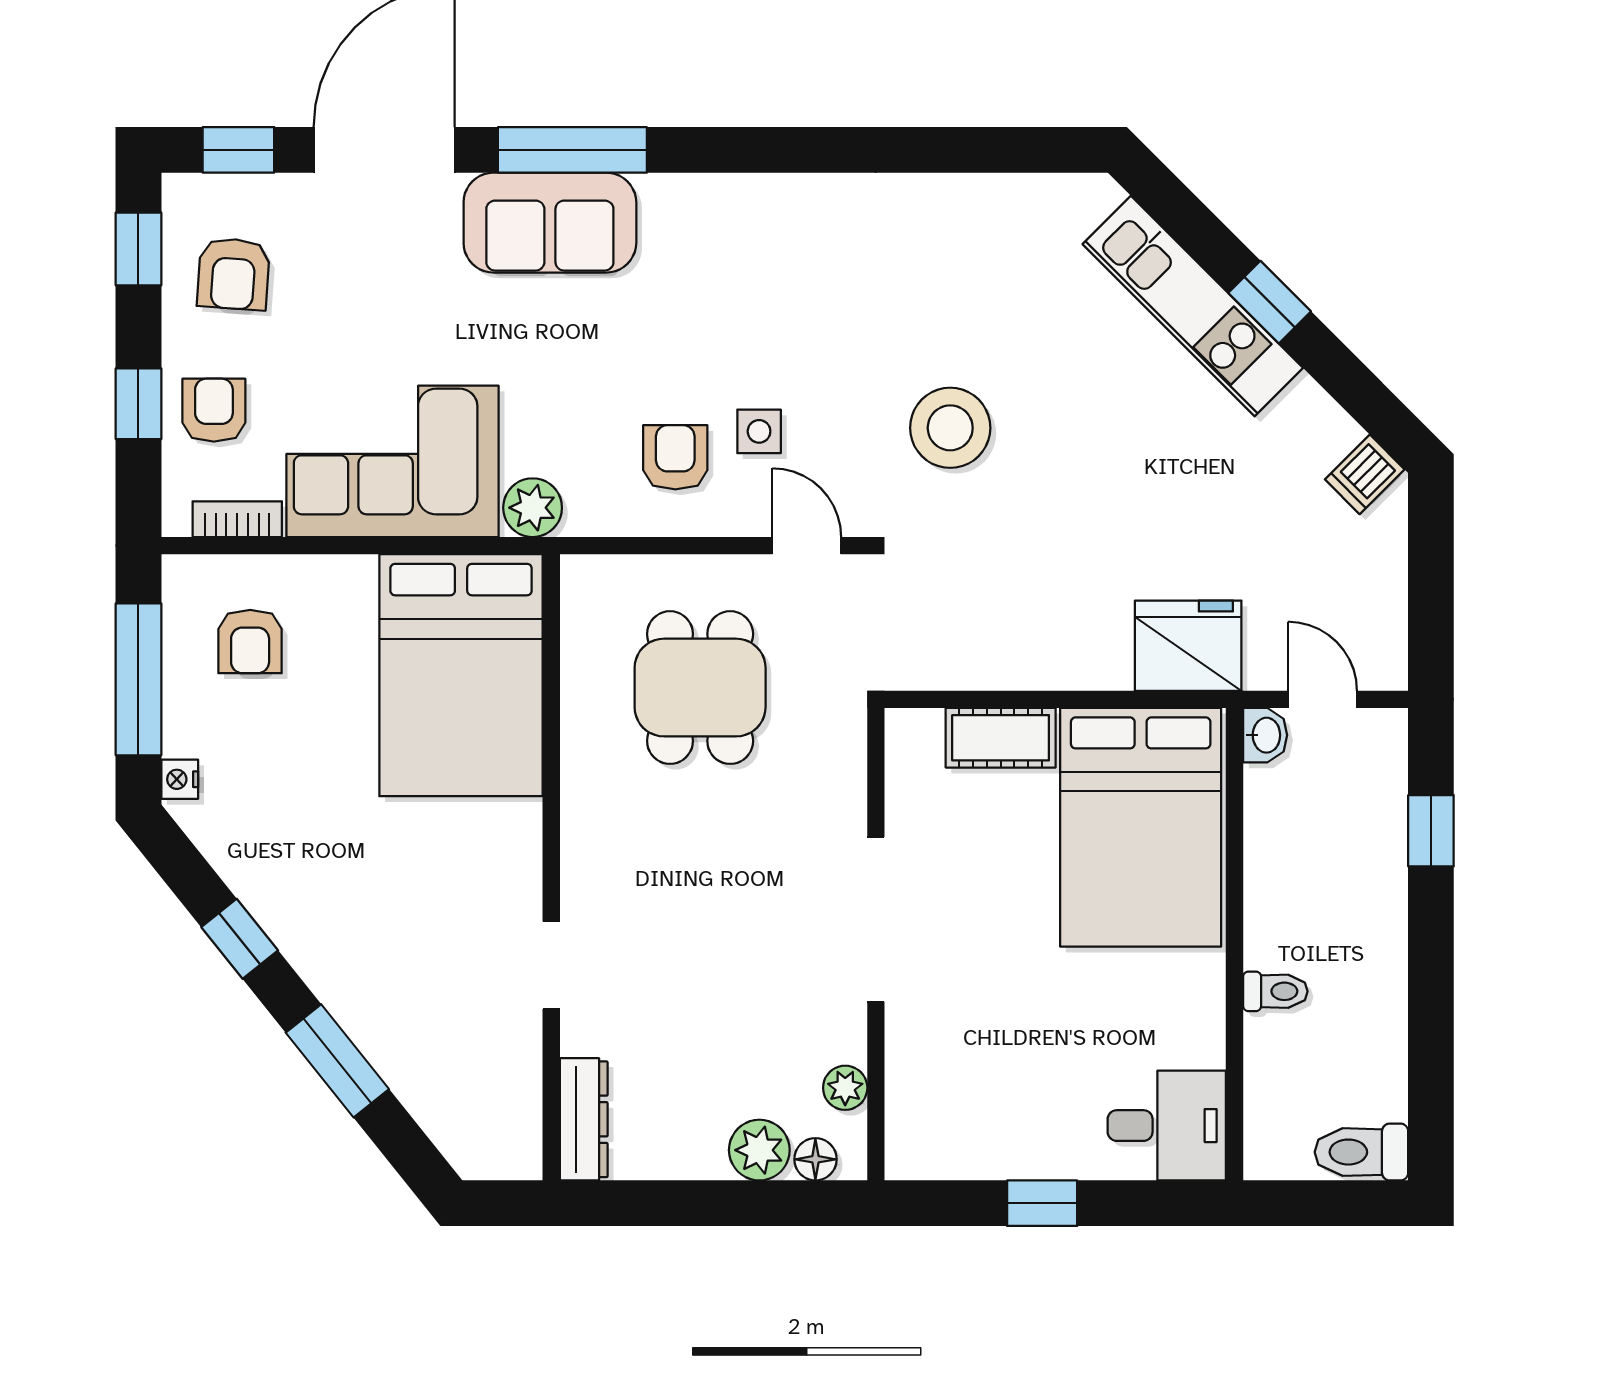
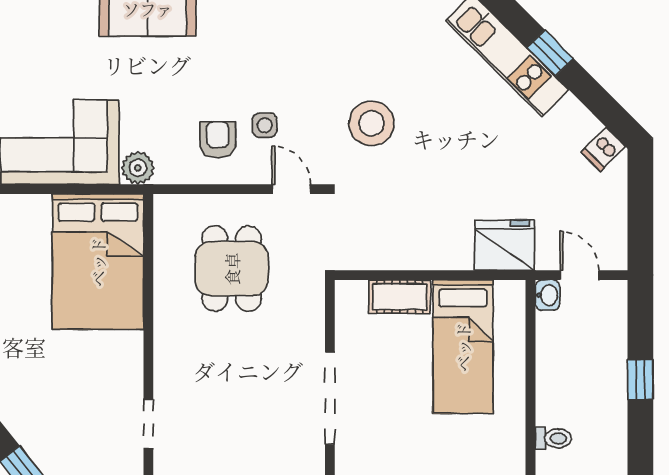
bed: (1141, 827) -> (463, 347), width x0.67
window: (1431, 831) -> (640, 379), moved

